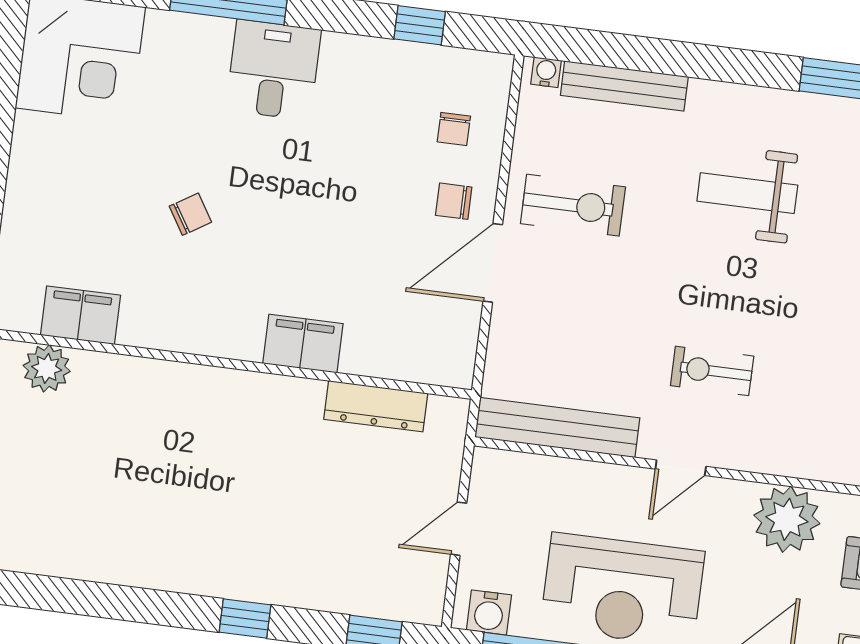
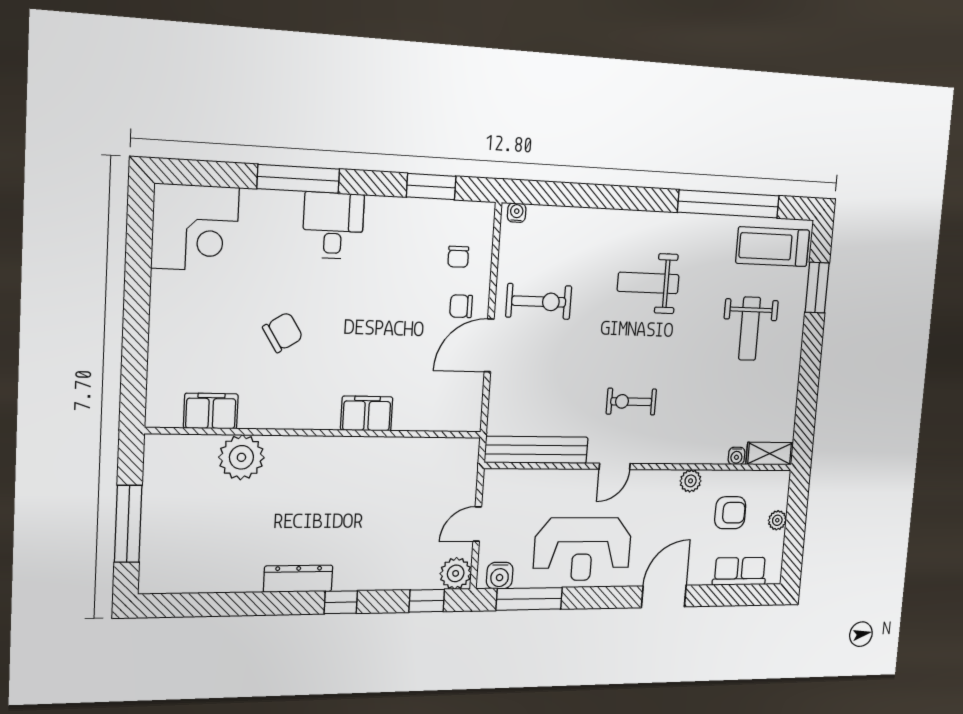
window: (420, 25) -> (431, 187), width x1.50
bench: (624, 86) -> (568, 218), removed
chair: (190, 214) -> (283, 332), width x1.37, depth x1.37
plant: (47, 368) -> (241, 457), moved, width x1.36, depth x1.36
dresser: (376, 406) -> (298, 579), moved, turned 180
plant: (787, 519) -> (691, 481), width x0.53, depth x0.53
plant: (421, 600) -> (456, 573), added

